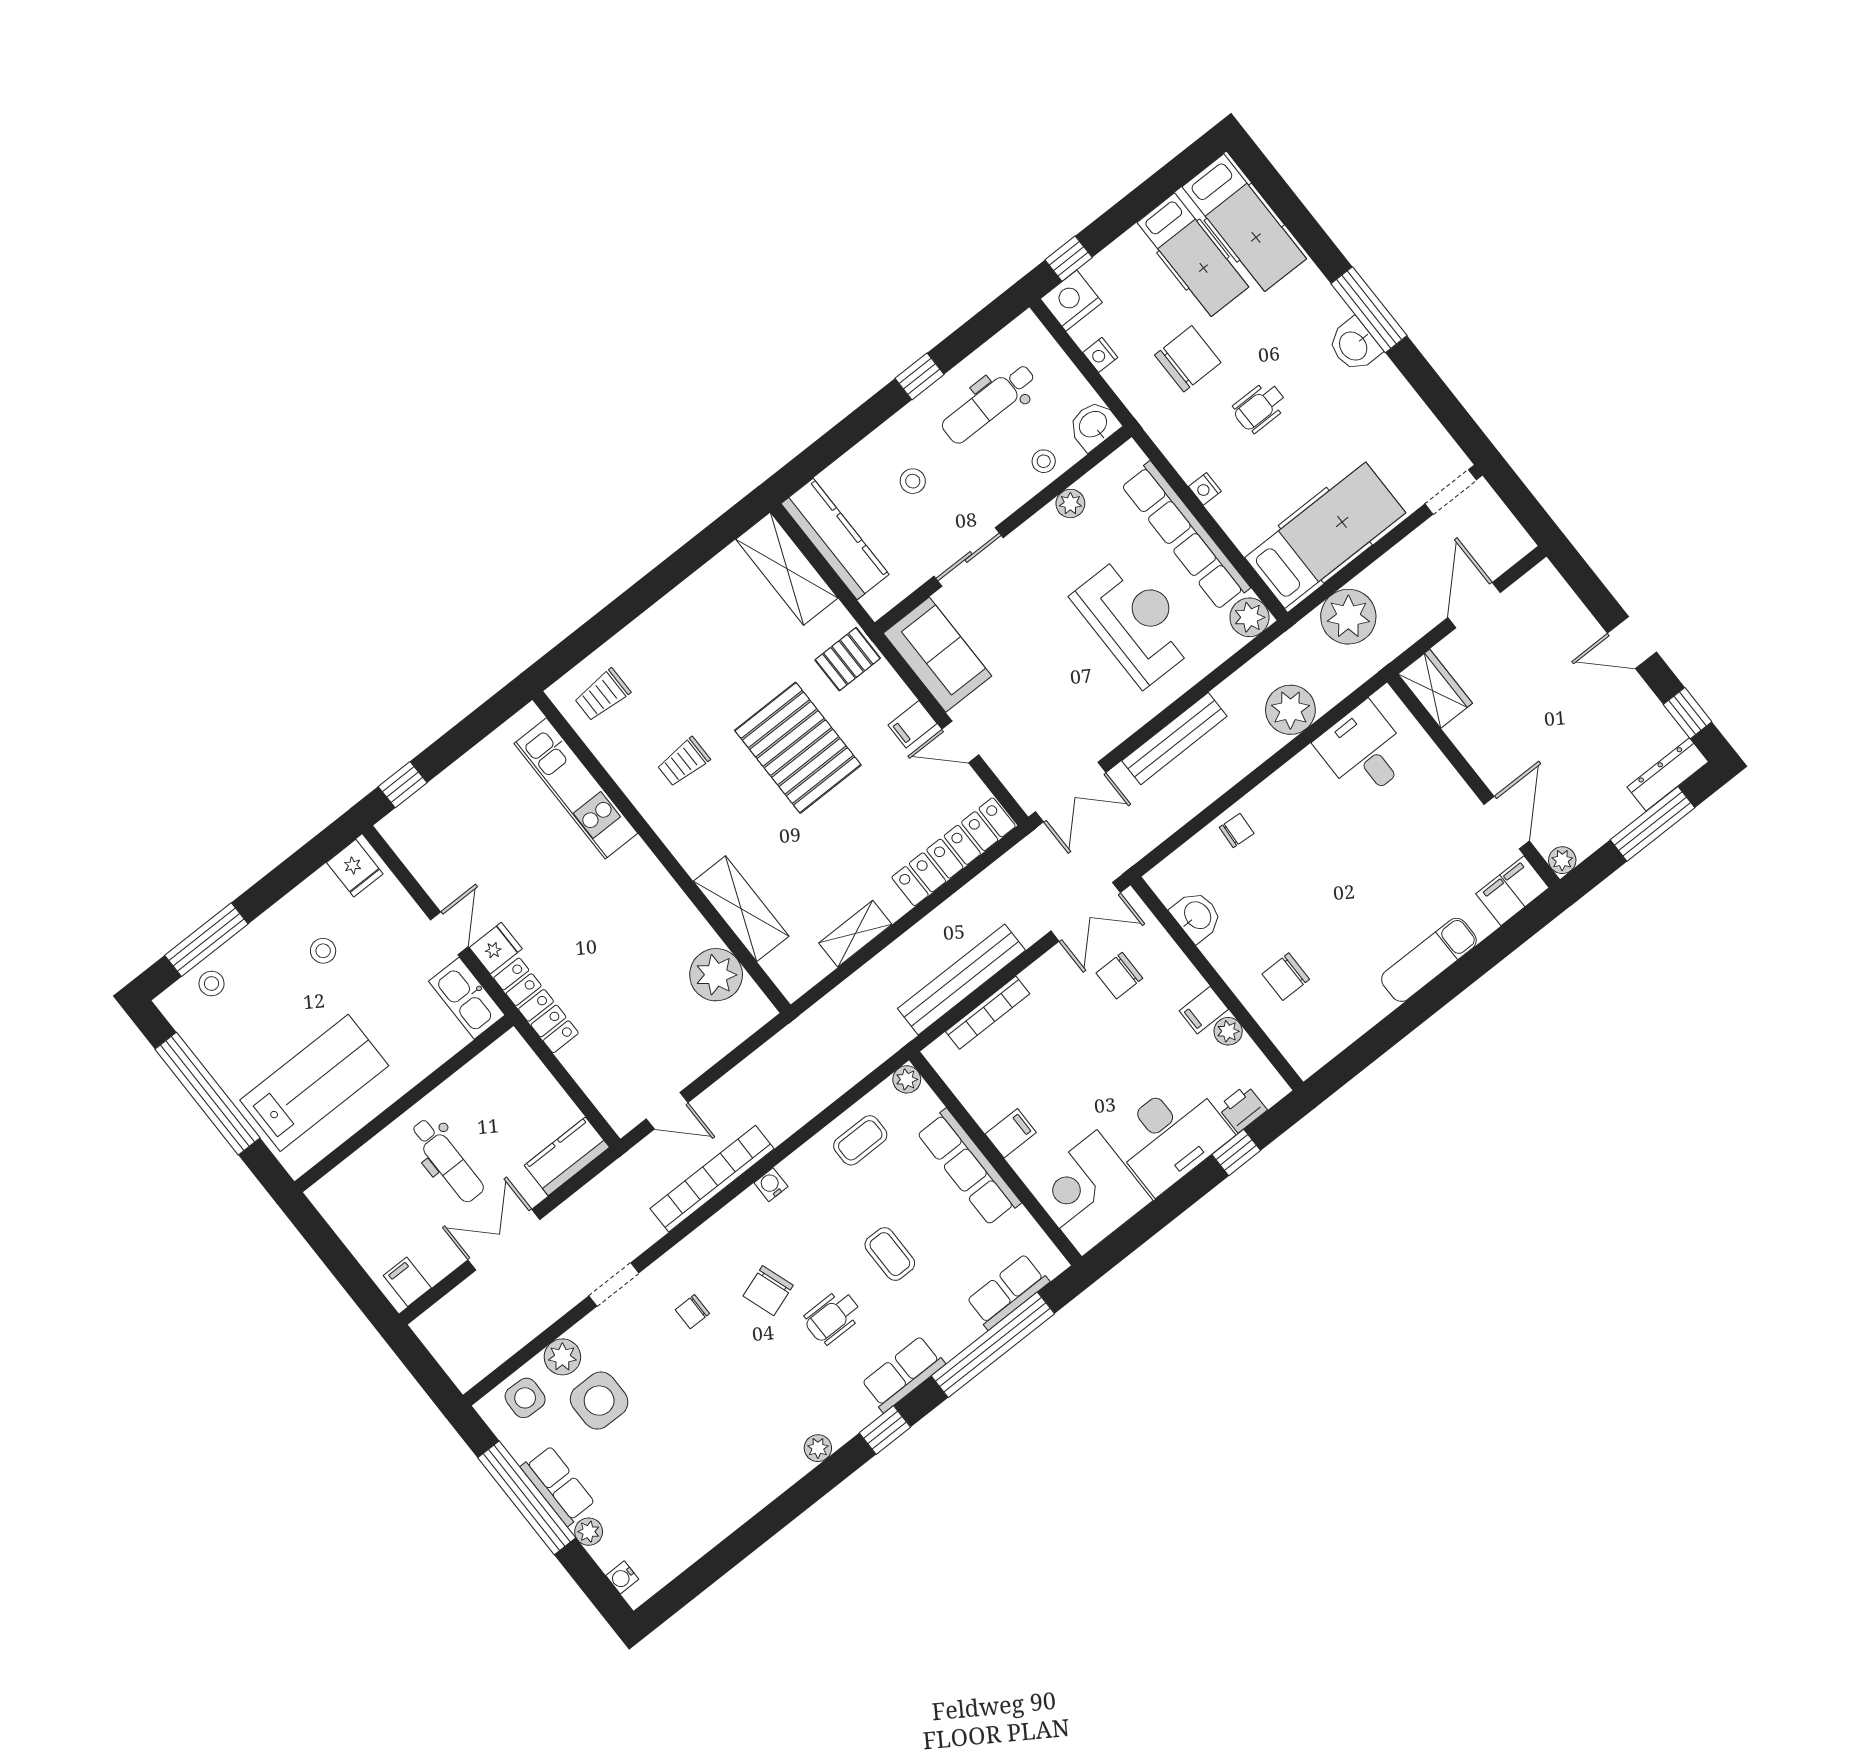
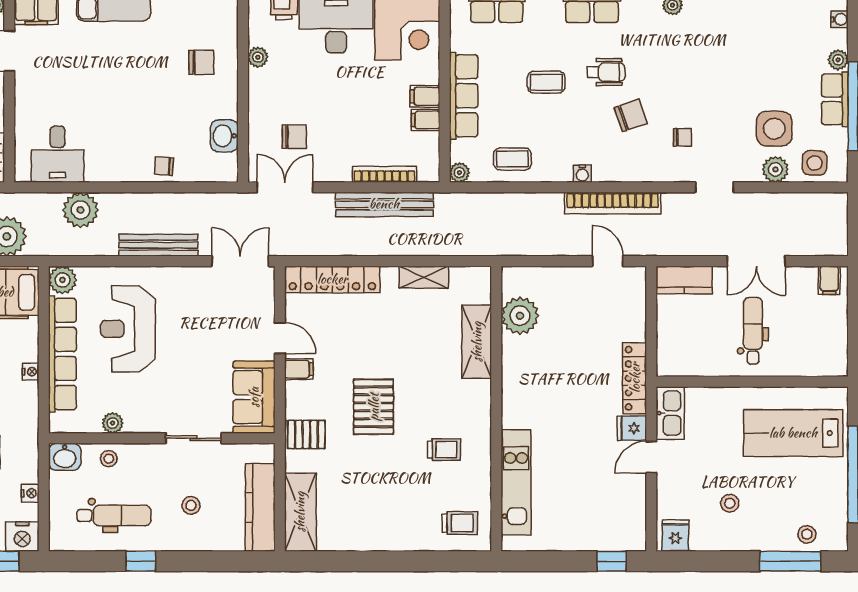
pallet: (798, 748) -> (374, 407), width x0.73, depth x0.71
filing cabinet: (1204, 1010) -> (426, 120), moved, turned 180
coffee table: (890, 1254) -> (546, 82), turned 90

